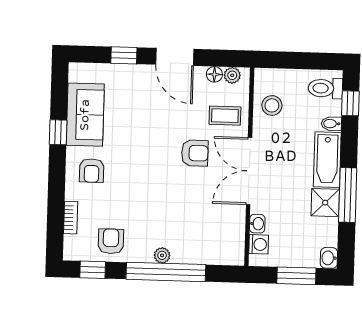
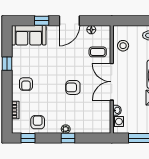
door: (175, 57) -> (69, 21), hinge flipped
plant: (232, 75) -> (101, 30), removed
sofa: (85, 115) -> (29, 35), moved, turned 90
armchair: (195, 153) -> (73, 87), moved, turned 180
window: (166, 272) -> (68, 138), width x0.32

